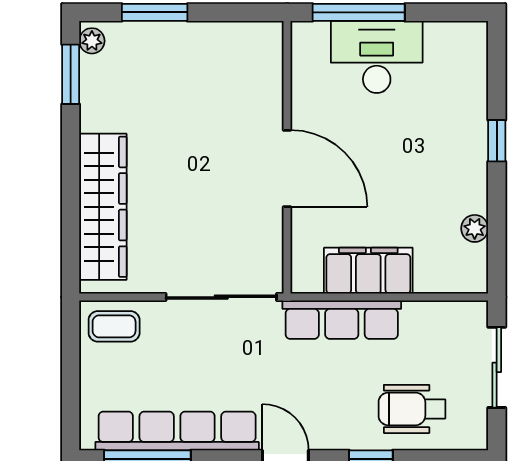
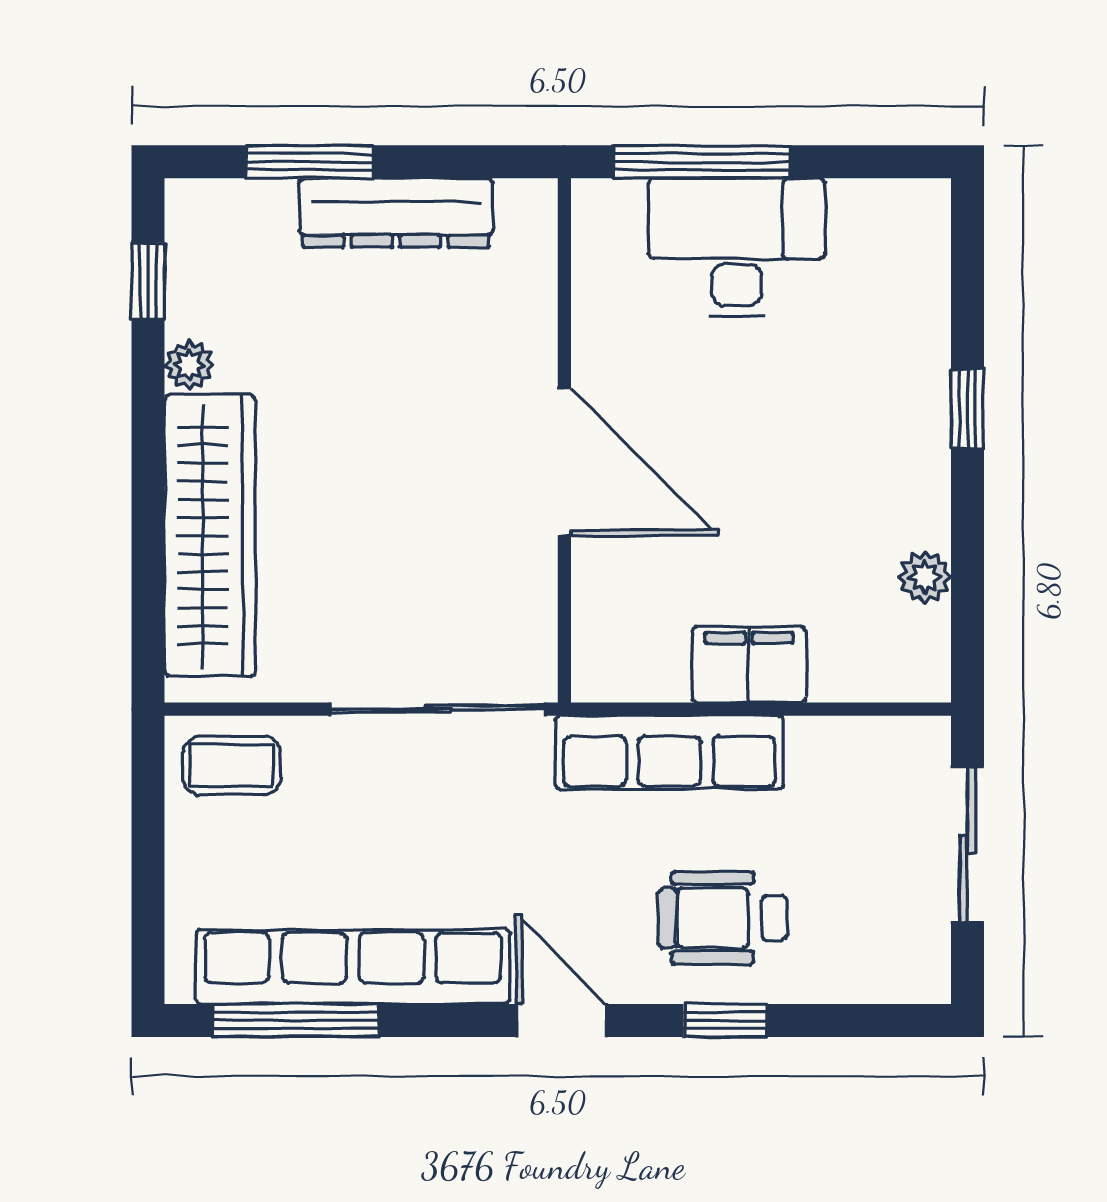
dresser: (200, 39) -> (396, 213), added
plant: (92, 41) -> (189, 365), moved
window: (71, 74) -> (148, 281), width x0.67
filing cabinet: (368, 271) -> (749, 665), width x0.67, depth x0.86
wheelchair: (412, 409) -> (723, 918), moved

